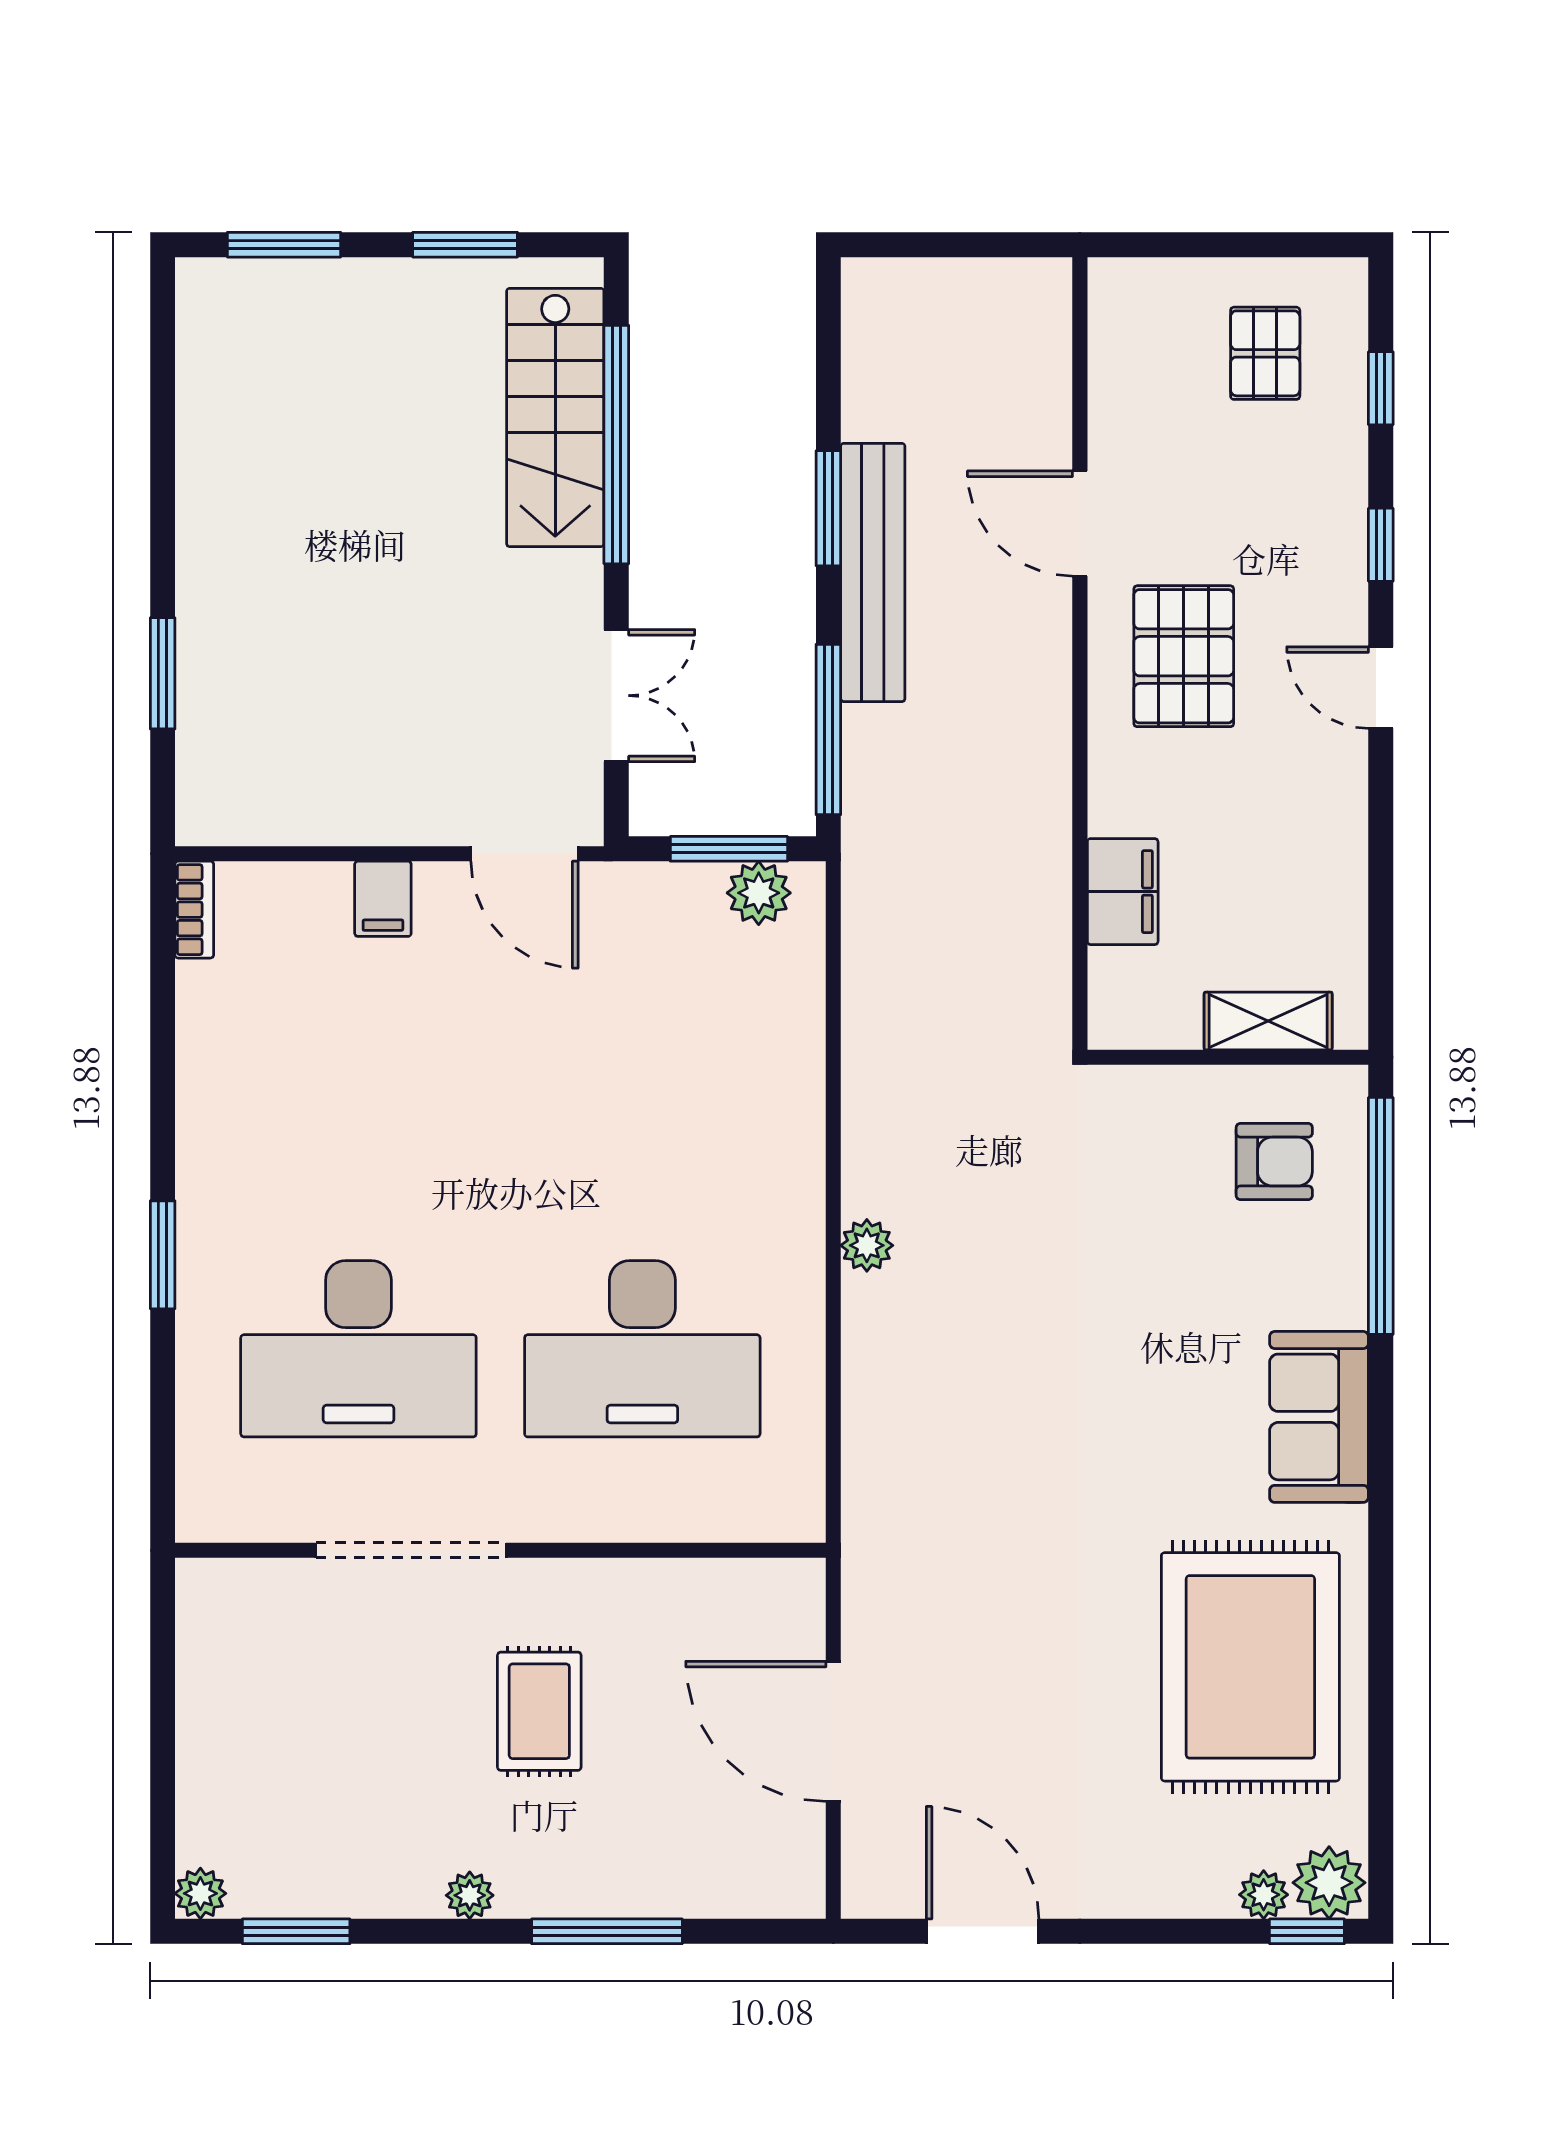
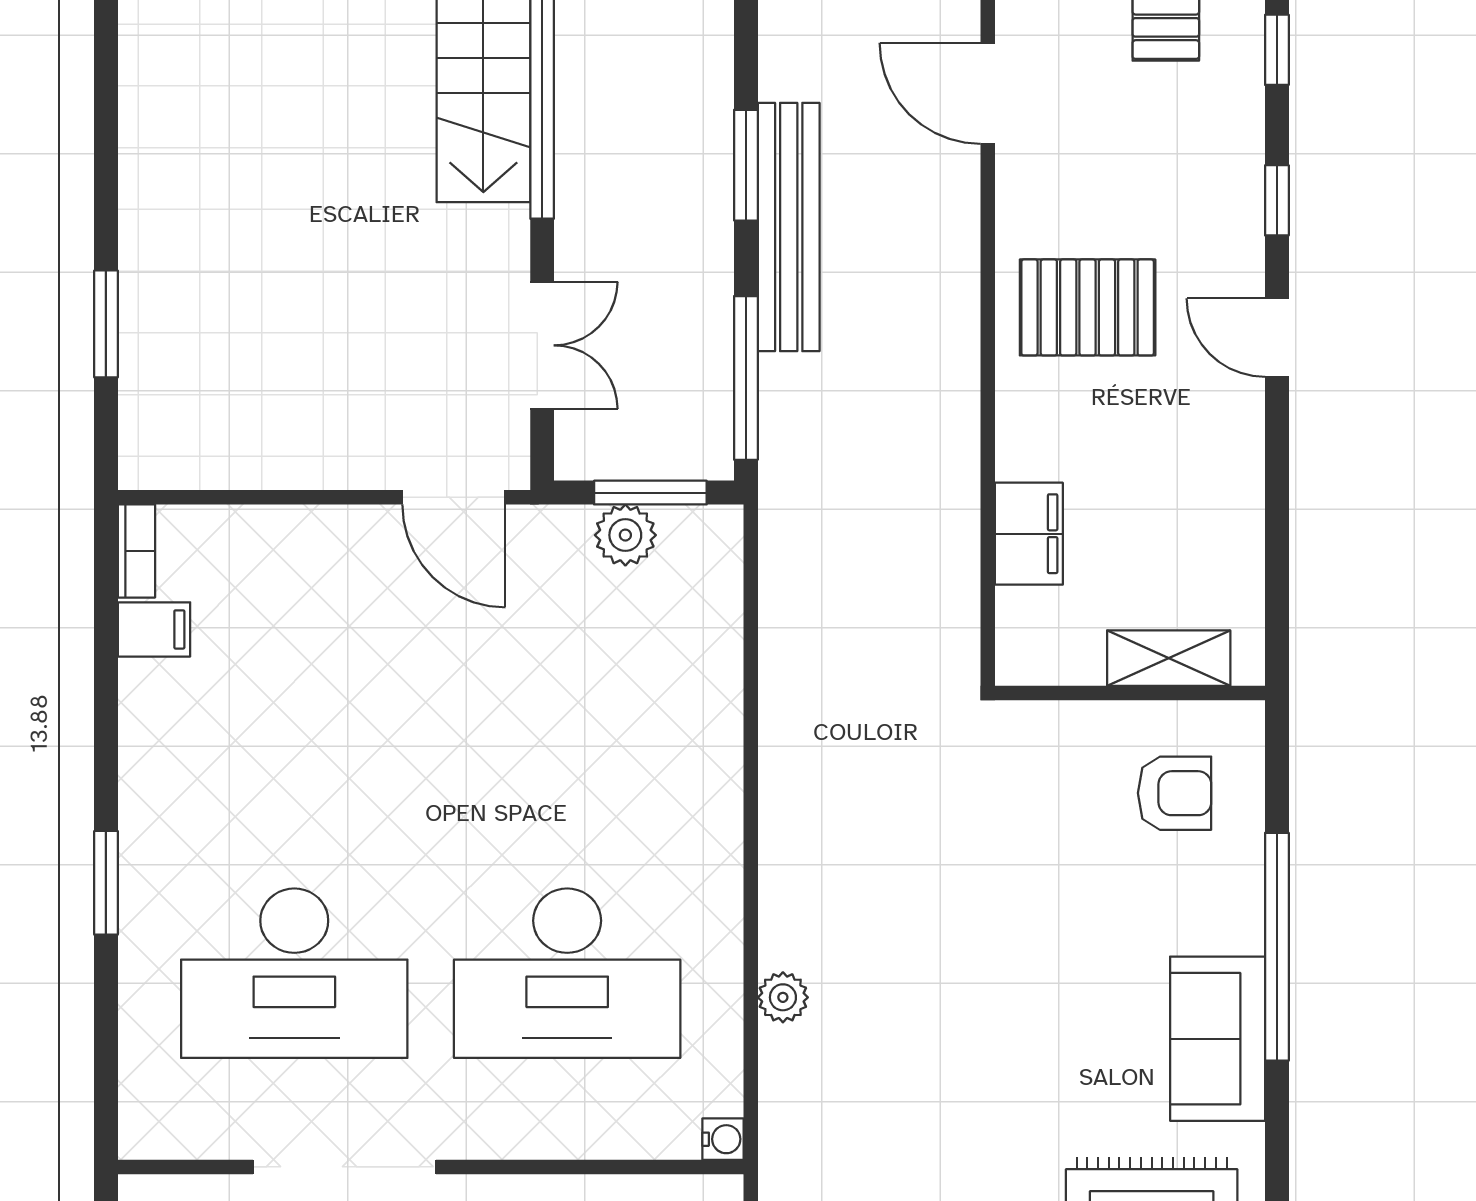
door: (1080, 523) -> (988, 93), moved
pallet: (1184, 656) -> (1088, 307), turned 90
plant: (759, 893) -> (625, 535), moved
filing cabinet: (383, 899) -> (154, 629), moved, turned -90
window: (1381, 1216) -> (1277, 947), moved
plant: (867, 1245) -> (783, 997), moved
water cooler: (804, 1521) -> (723, 1139), added

